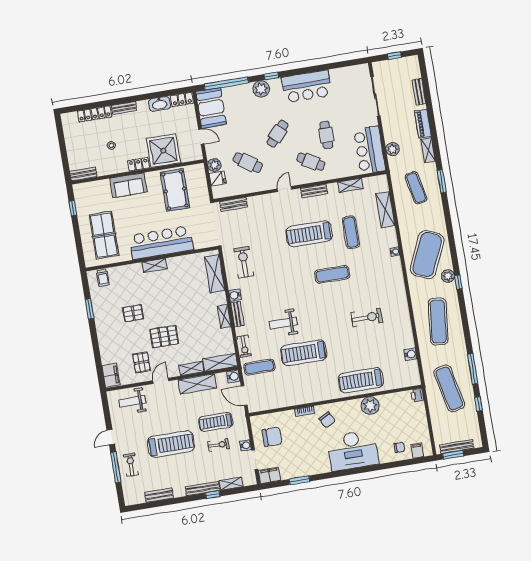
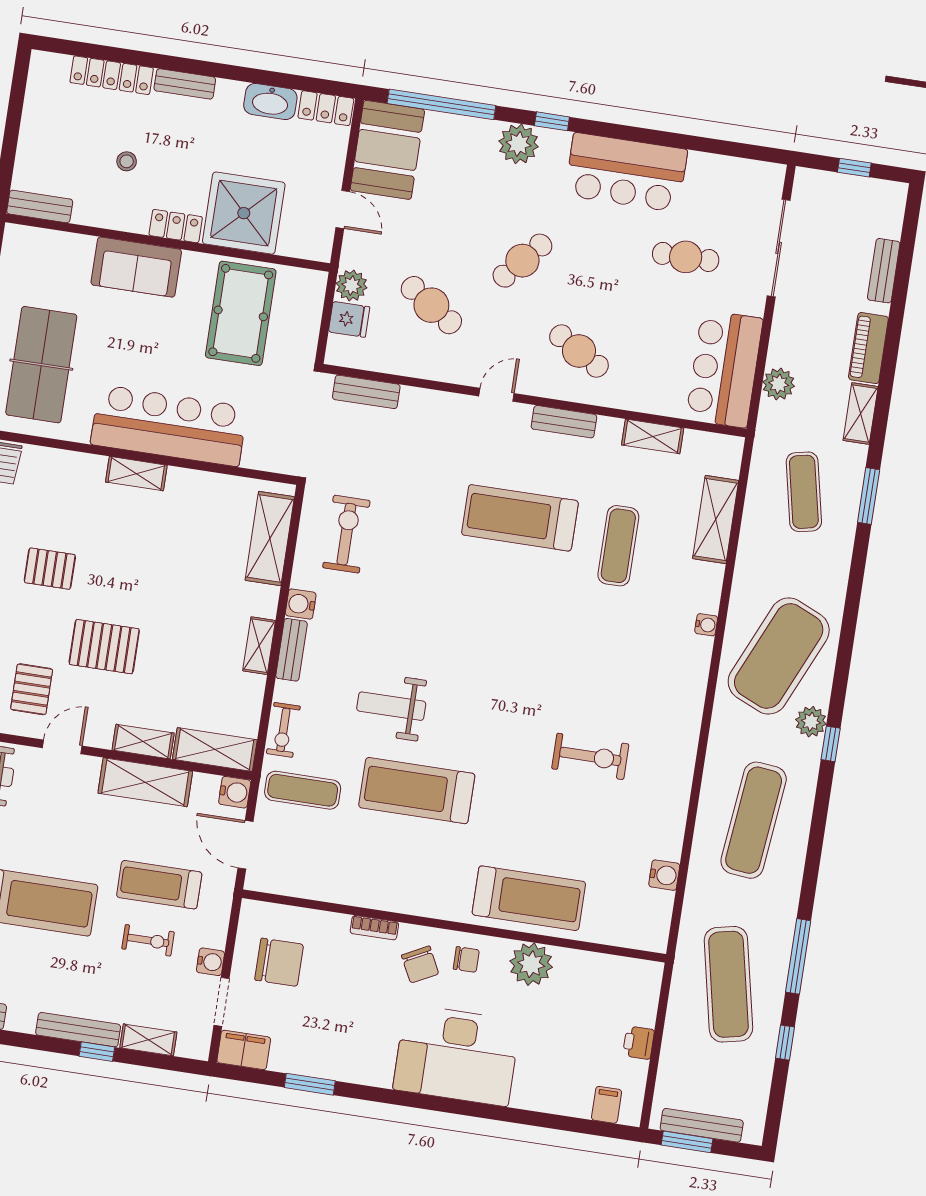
cafe table: (326, 135) -> (686, 257), moved, turned 90
exercise mat: (332, 274) -> (543, 630), removed
treadmill: (361, 380) -> (529, 898), turned 180
printer: (417, 395) -> (639, 1043), moved
chair: (399, 447) -> (466, 959), moved

